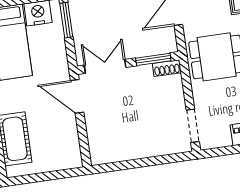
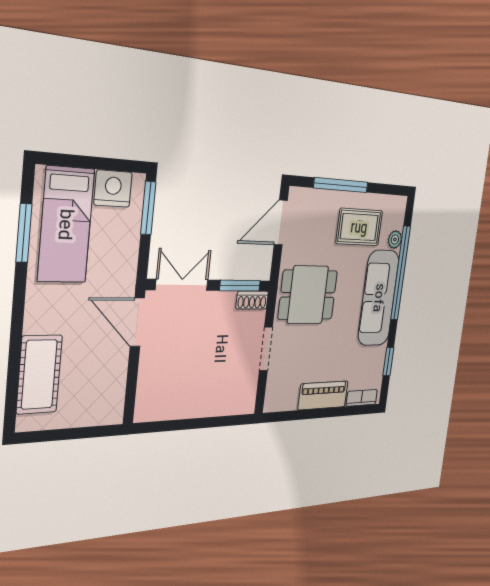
doorway: (193, 126) -> (266, 349), moved

